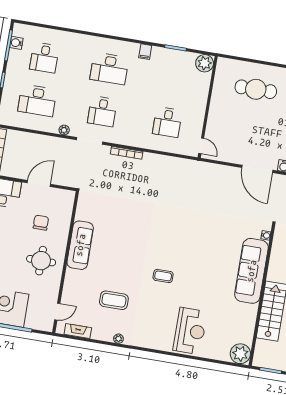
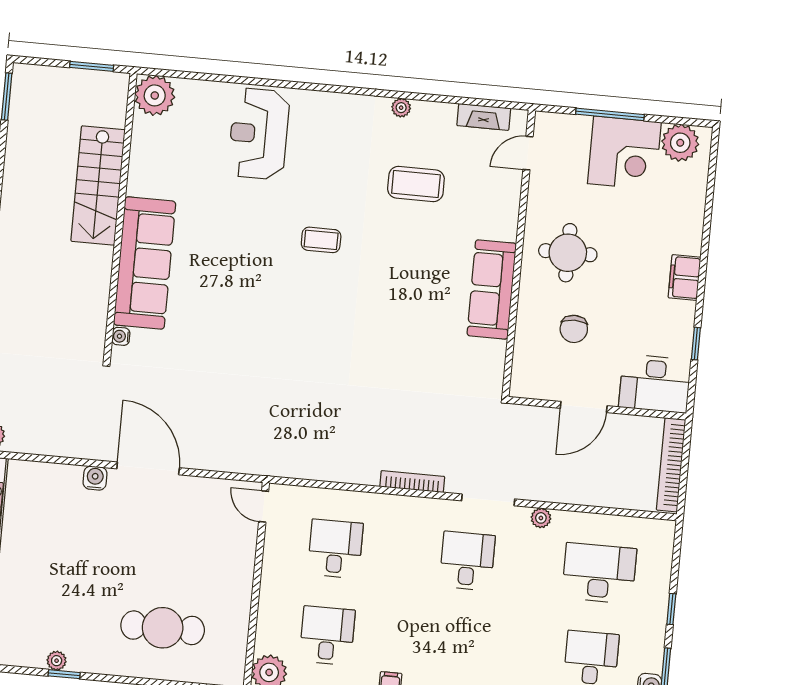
desk: (109, 69) -> (327, 636), moved, width x0.73

